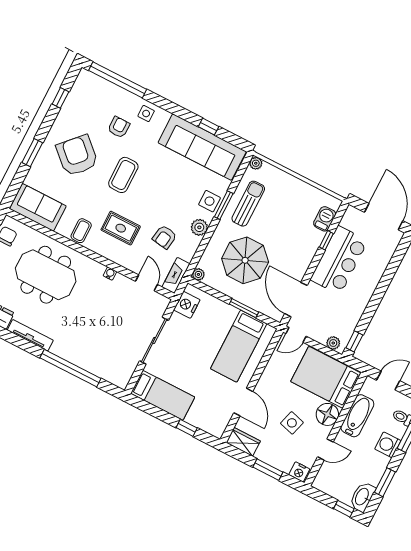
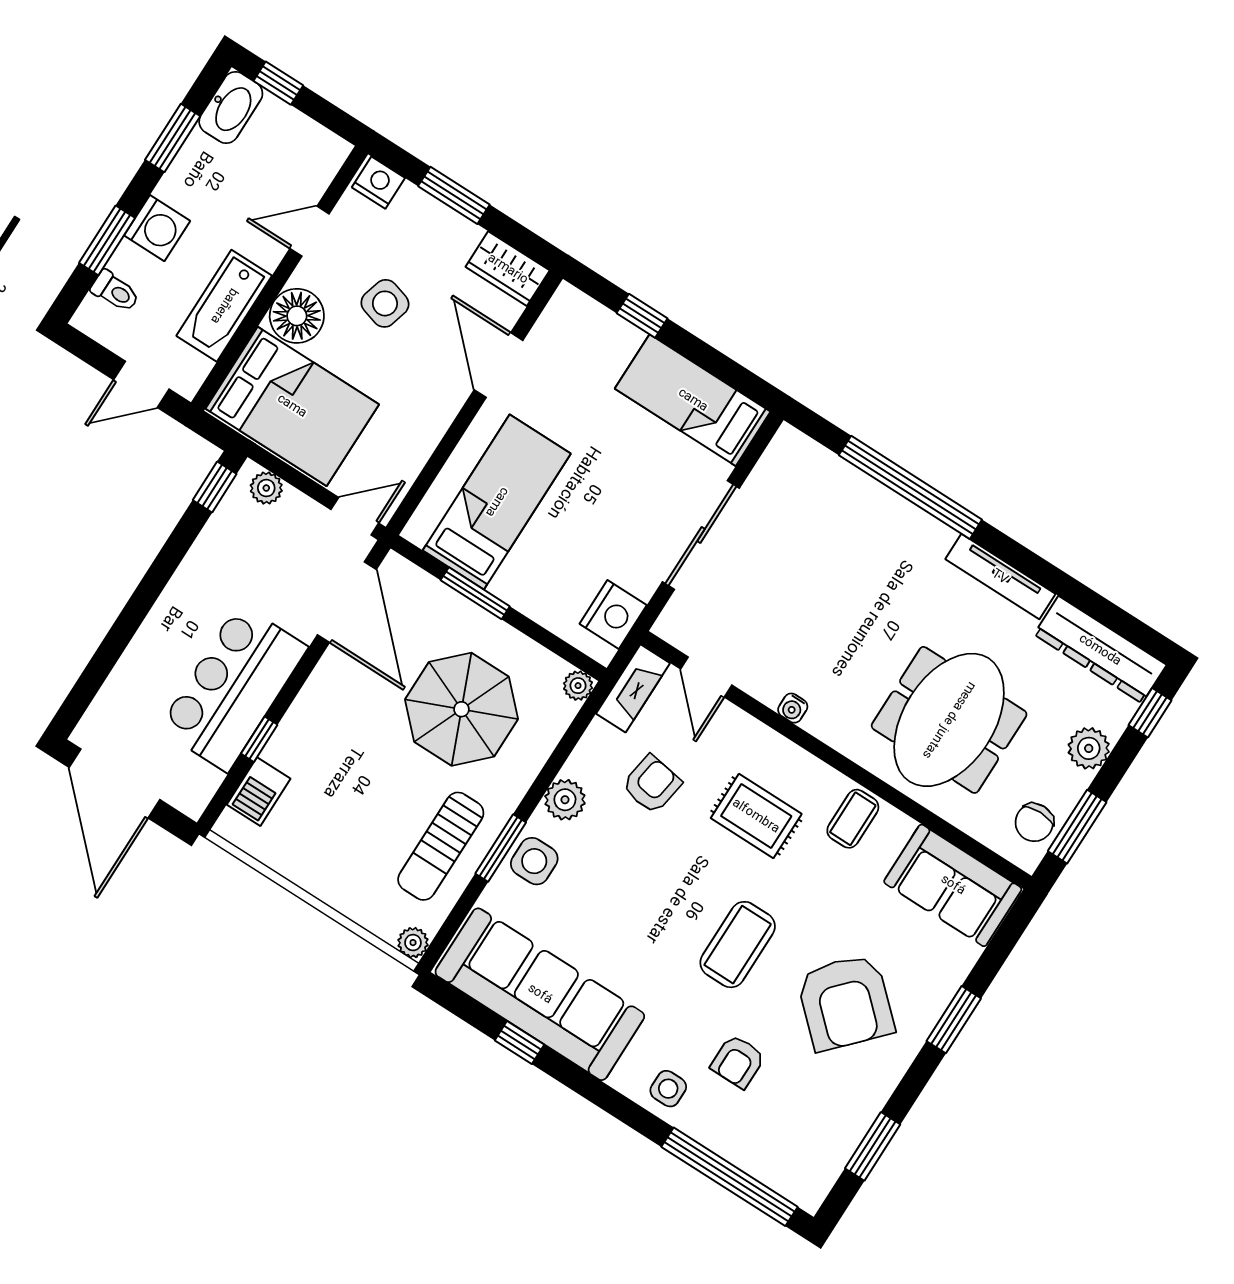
window: (60, 98) -> (873, 1146), width x1.50
meeting table: (46, 275) -> (949, 720), turned 90

